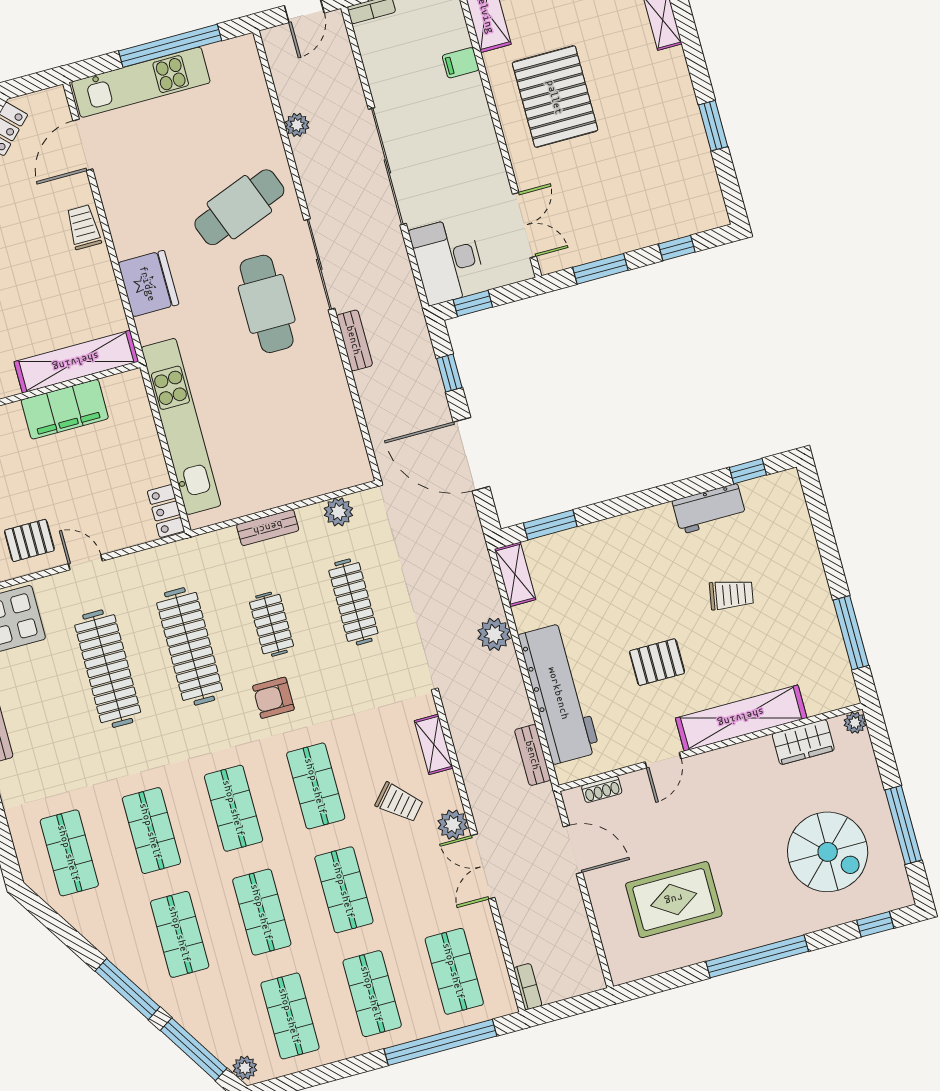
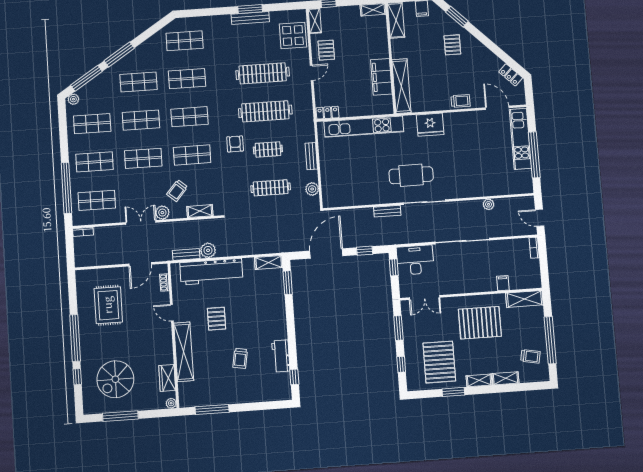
shelving: (678, 76) -> (479, 380), added
pallet: (656, 168) -> (439, 362), added
cafe table: (239, 207) -> (457, 172), removed
plant: (494, 634) -> (208, 250), moved
window: (875, 924) -> (77, 377), moved

